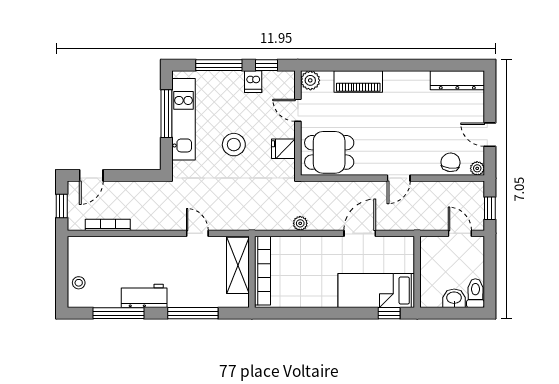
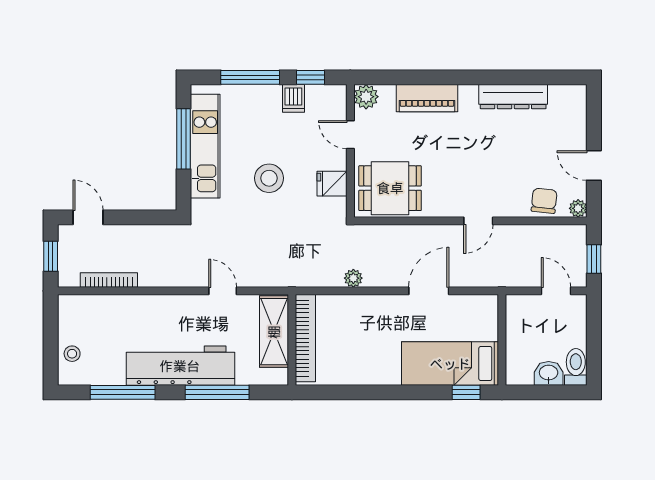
dresser: (457, 80) -> (513, 97), moved
door: (91, 175) -> (88, 217), swing flipped
workbench: (144, 296) -> (180, 366), width x1.88, depth x1.32

